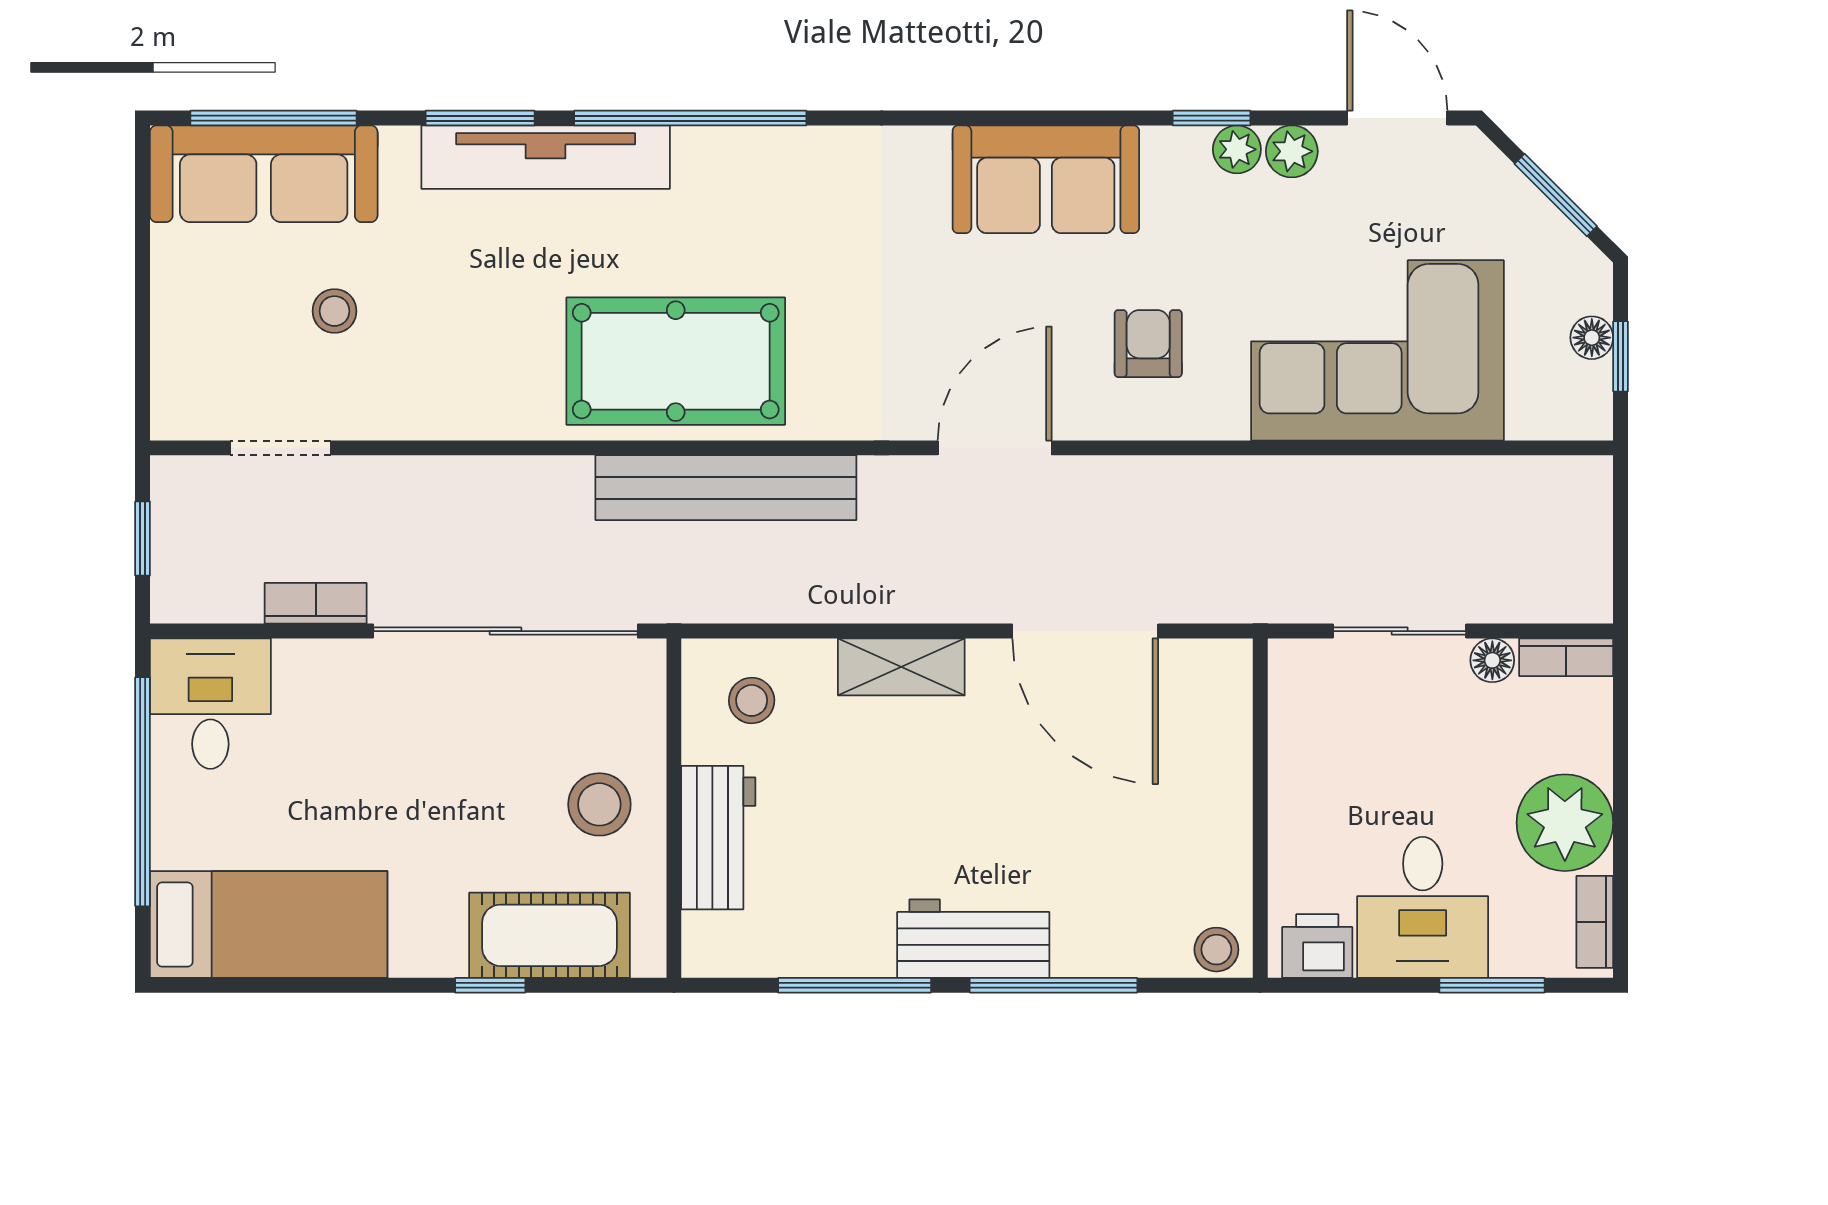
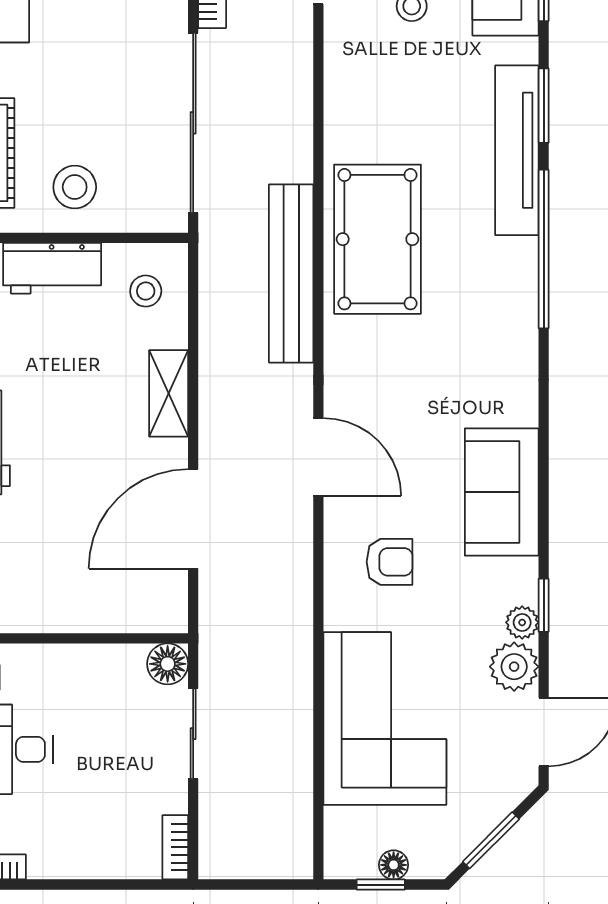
plant: (1292, 151) -> (514, 667), width x1.38, depth x1.38
floor lamp: (1492, 660) -> (168, 664), moved, width x1.37, depth x1.37
plant: (1565, 823) -> (62, 846), removed

